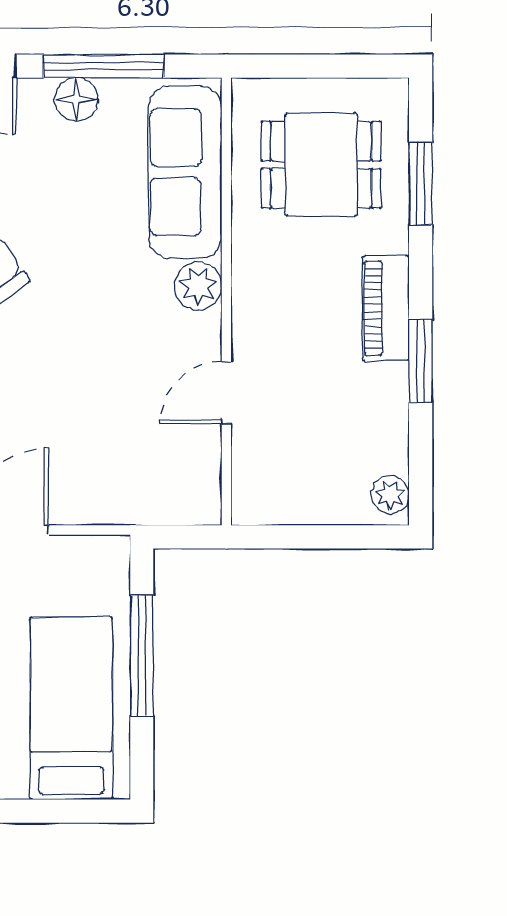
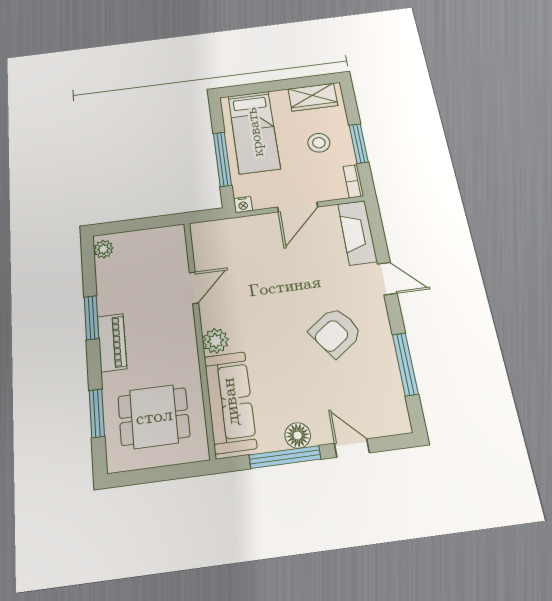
nightstand: (114, 550) -> (243, 205), added

